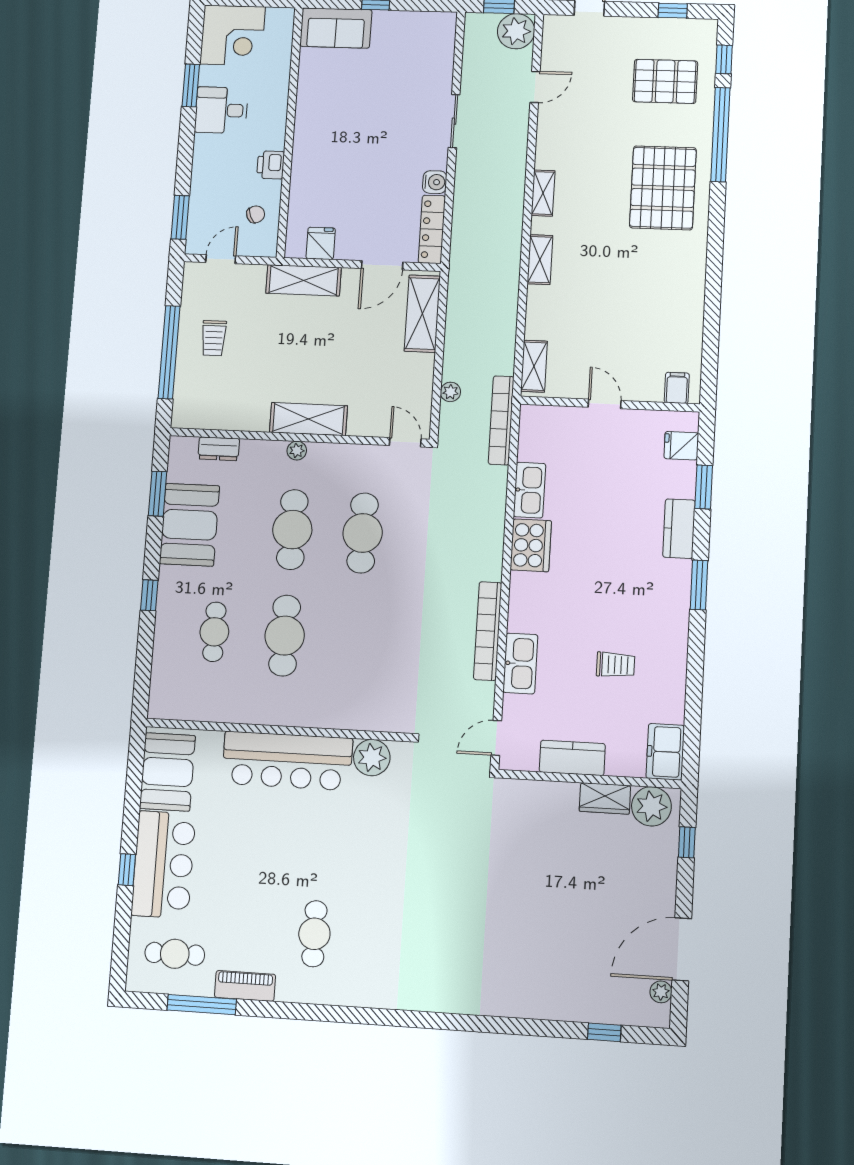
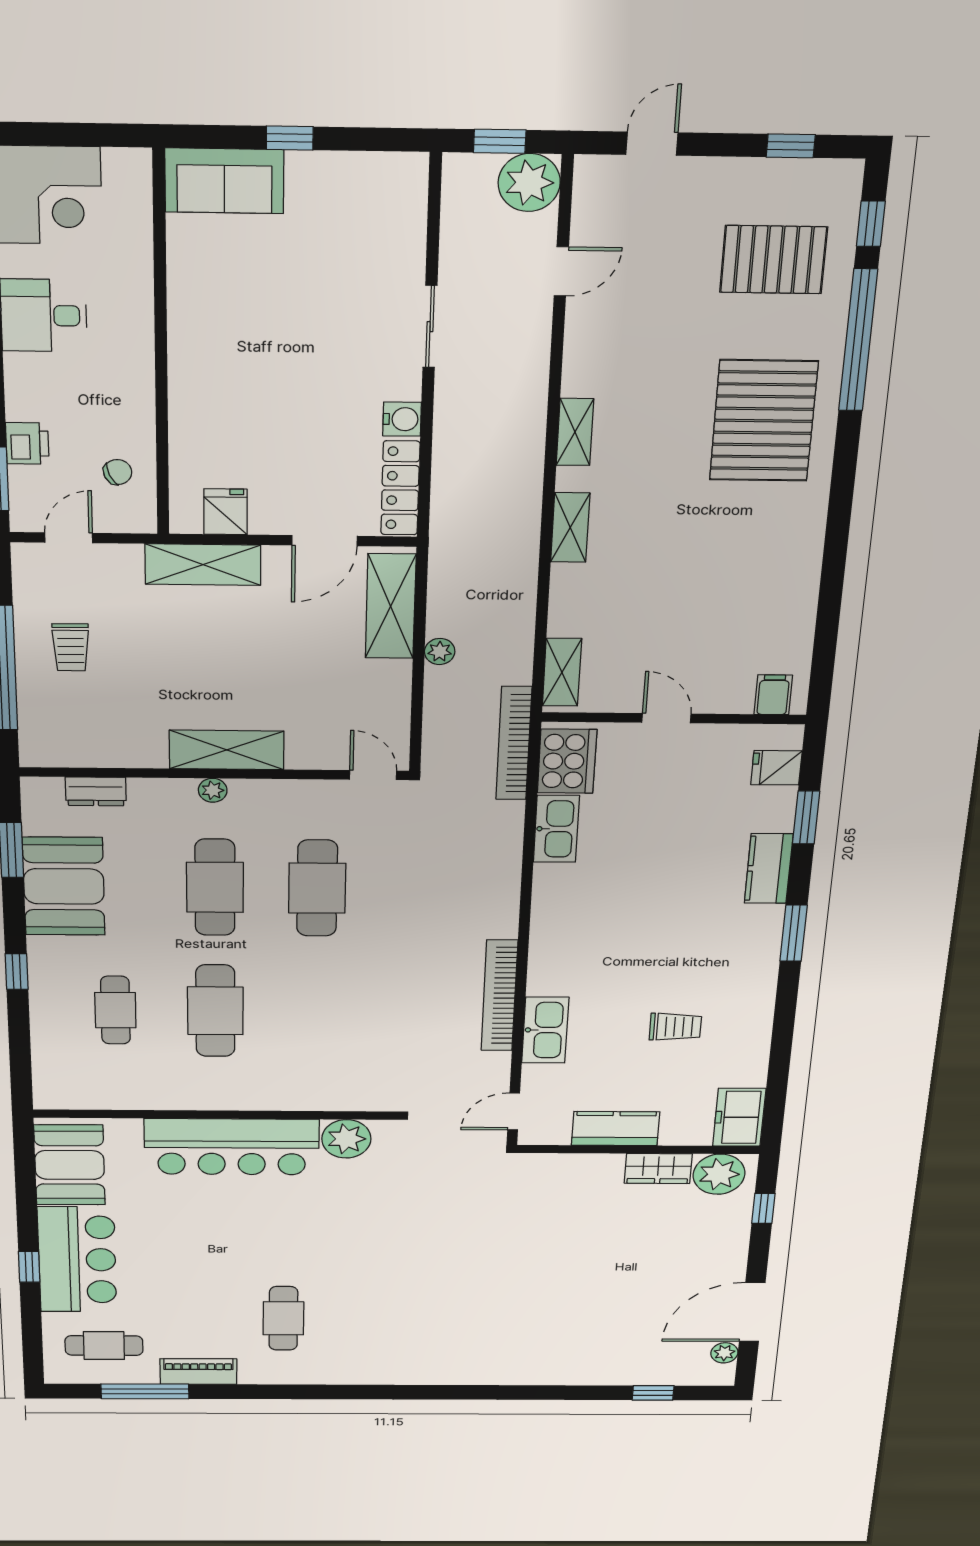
printer: (271, 165) -> (27, 443), moved, turned 180
plant: (450, 392) -> (440, 651), moved
cooker: (531, 545) -> (567, 761), moved

